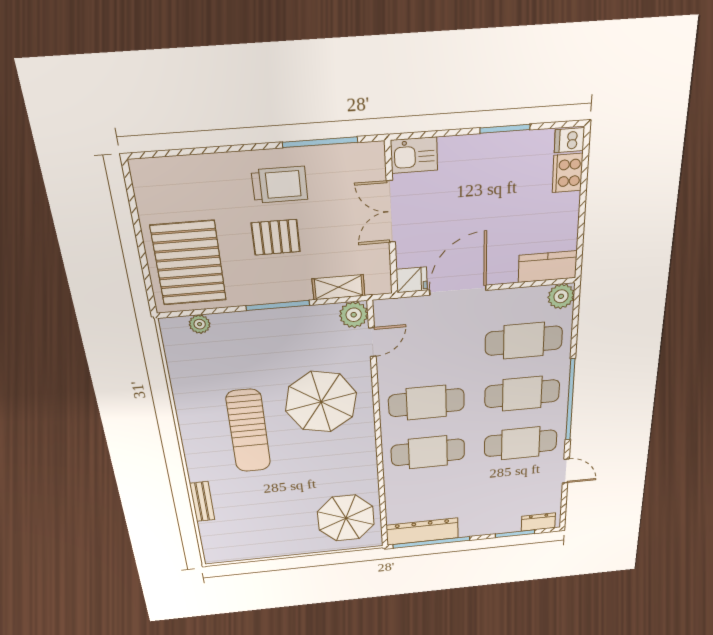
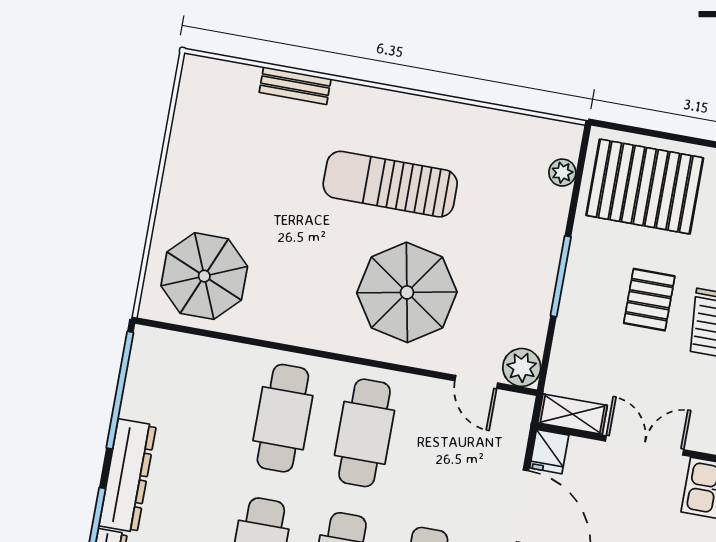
shelving: (338, 287) -> (573, 414), moved, turned 90
dresser: (422, 532) -> (128, 476), moved

